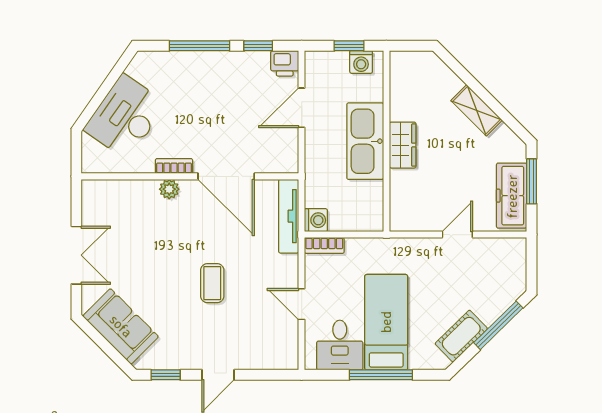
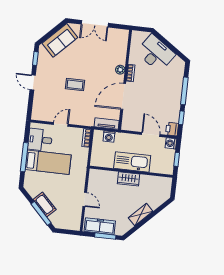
washing machine: (361, 62) -> (171, 143), moved
tv unit: (289, 216) -> (107, 124), width x0.71
washing machine: (316, 220) -> (109, 136), moved
cot: (461, 336) -> (45, 204), moved

